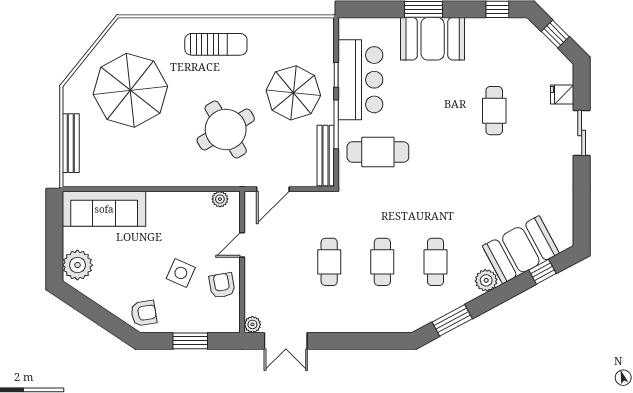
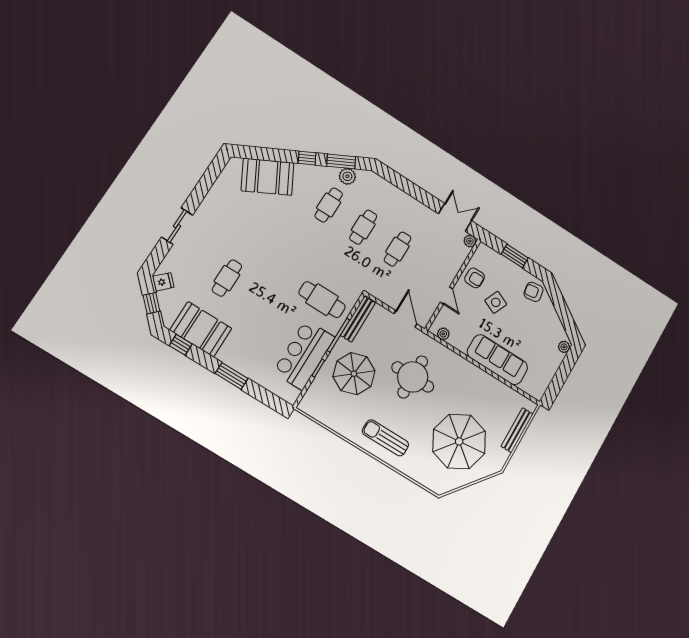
booth: (433, 39) -> (201, 329), moved
fridge: (562, 95) -> (163, 282), moved, turned -45
round table: (226, 129) -> (413, 377), turned 31
door: (273, 189) -> (405, 319), hinge flipped
sofa: (104, 209) -> (497, 360), moved
door: (242, 245) -> (447, 295), hinge flipped
plant: (77, 265) -> (564, 347), width x0.53, depth x0.53
window: (543, 272) -> (307, 158), moved
plant: (486, 280) -> (347, 176), moved
armchair: (222, 285) -> (475, 278), turned -80

